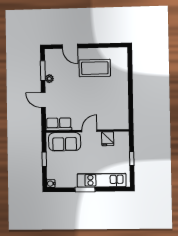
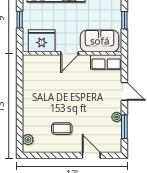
plant: (123, 58) -> (28, 140), added
coffee table: (95, 68) -> (62, 129), width x0.54, depth x0.58
fridge: (108, 139) -> (42, 41), width x1.88, depth x1.34

